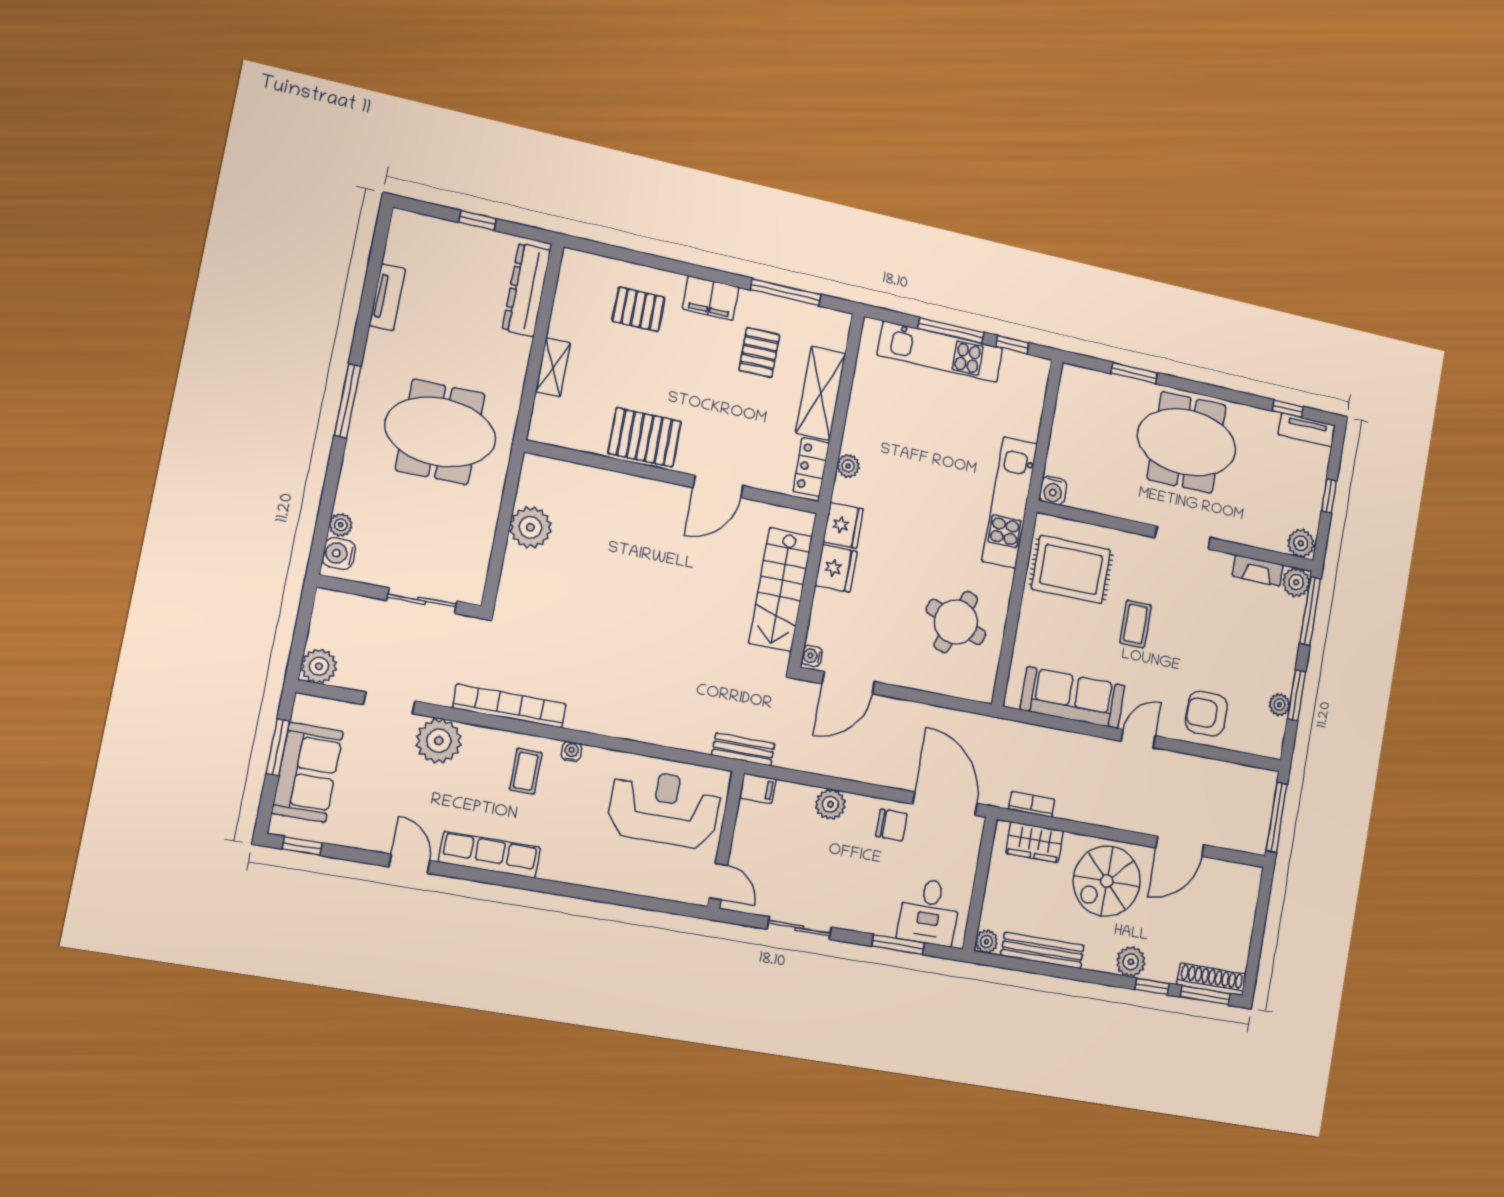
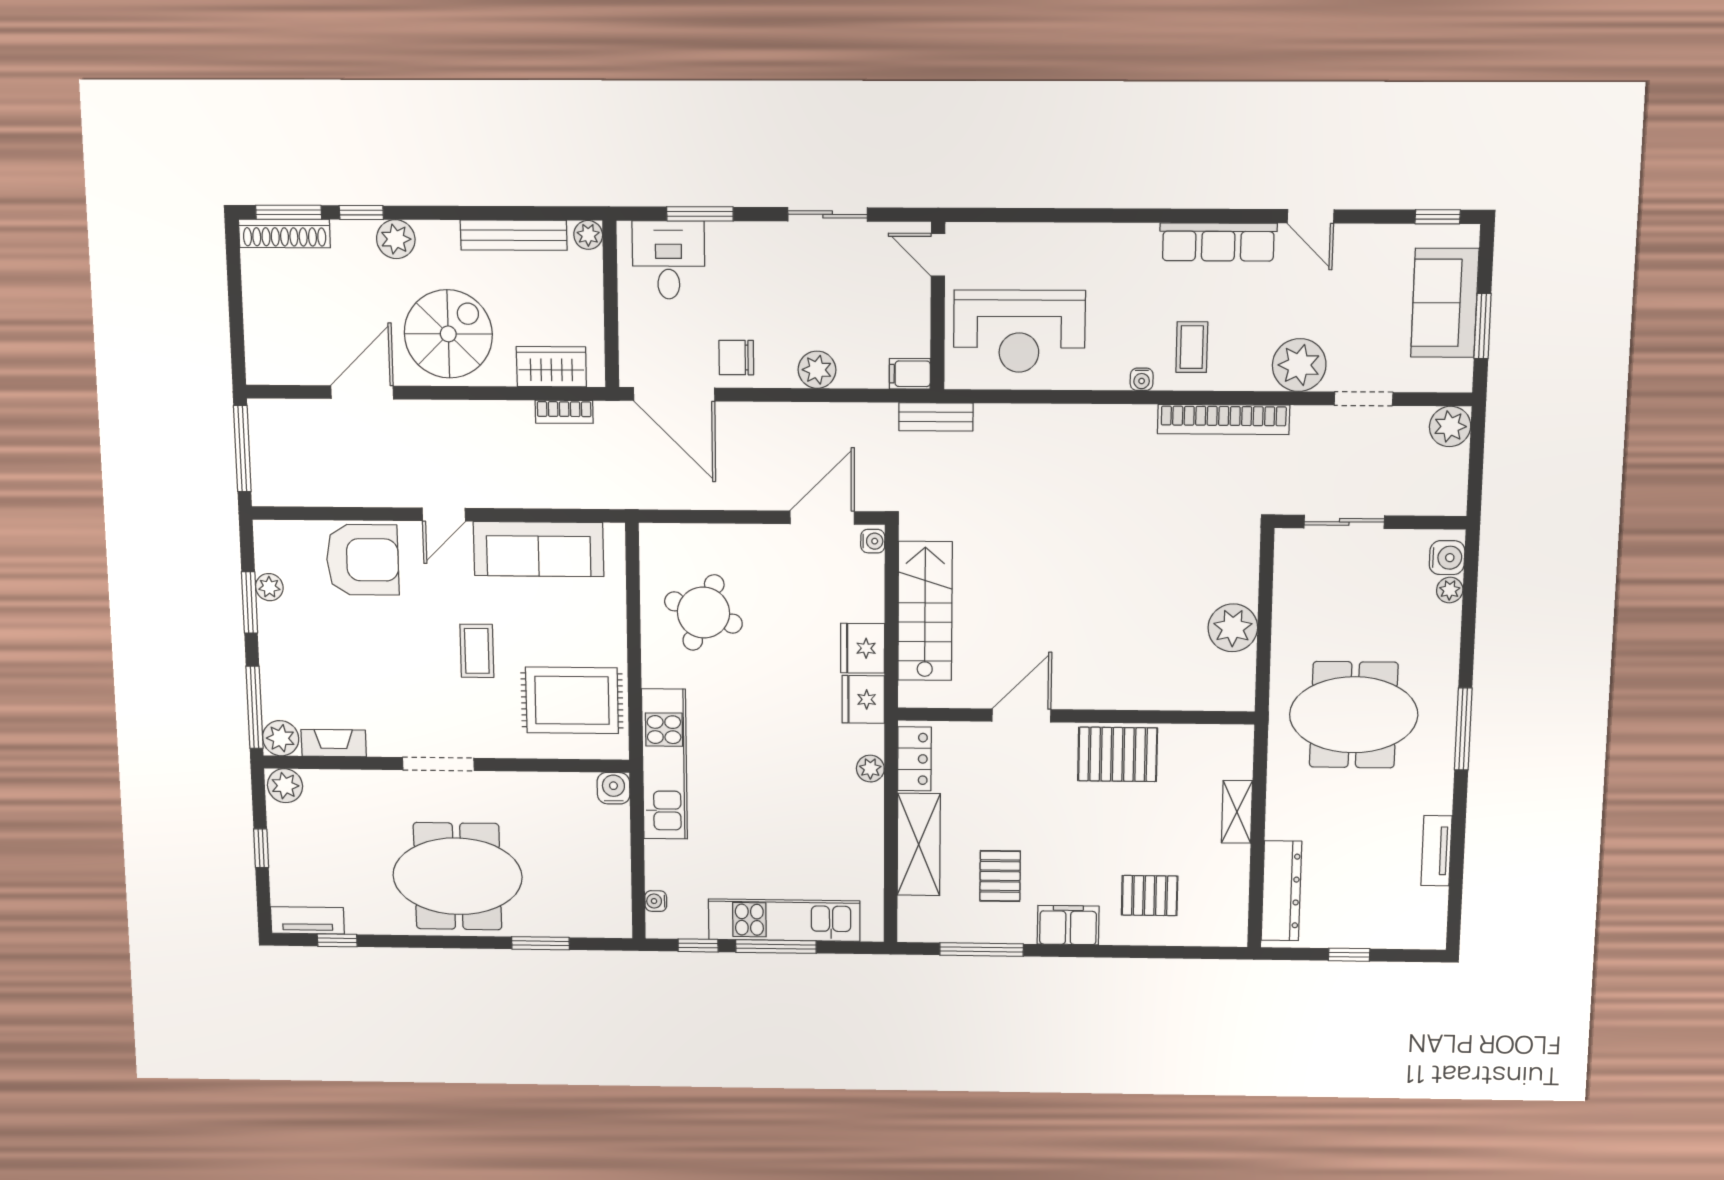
water cooler: (1038, 389) -> (656, 901), added
armchair: (1206, 714) -> (363, 560), width x1.36, depth x1.36

